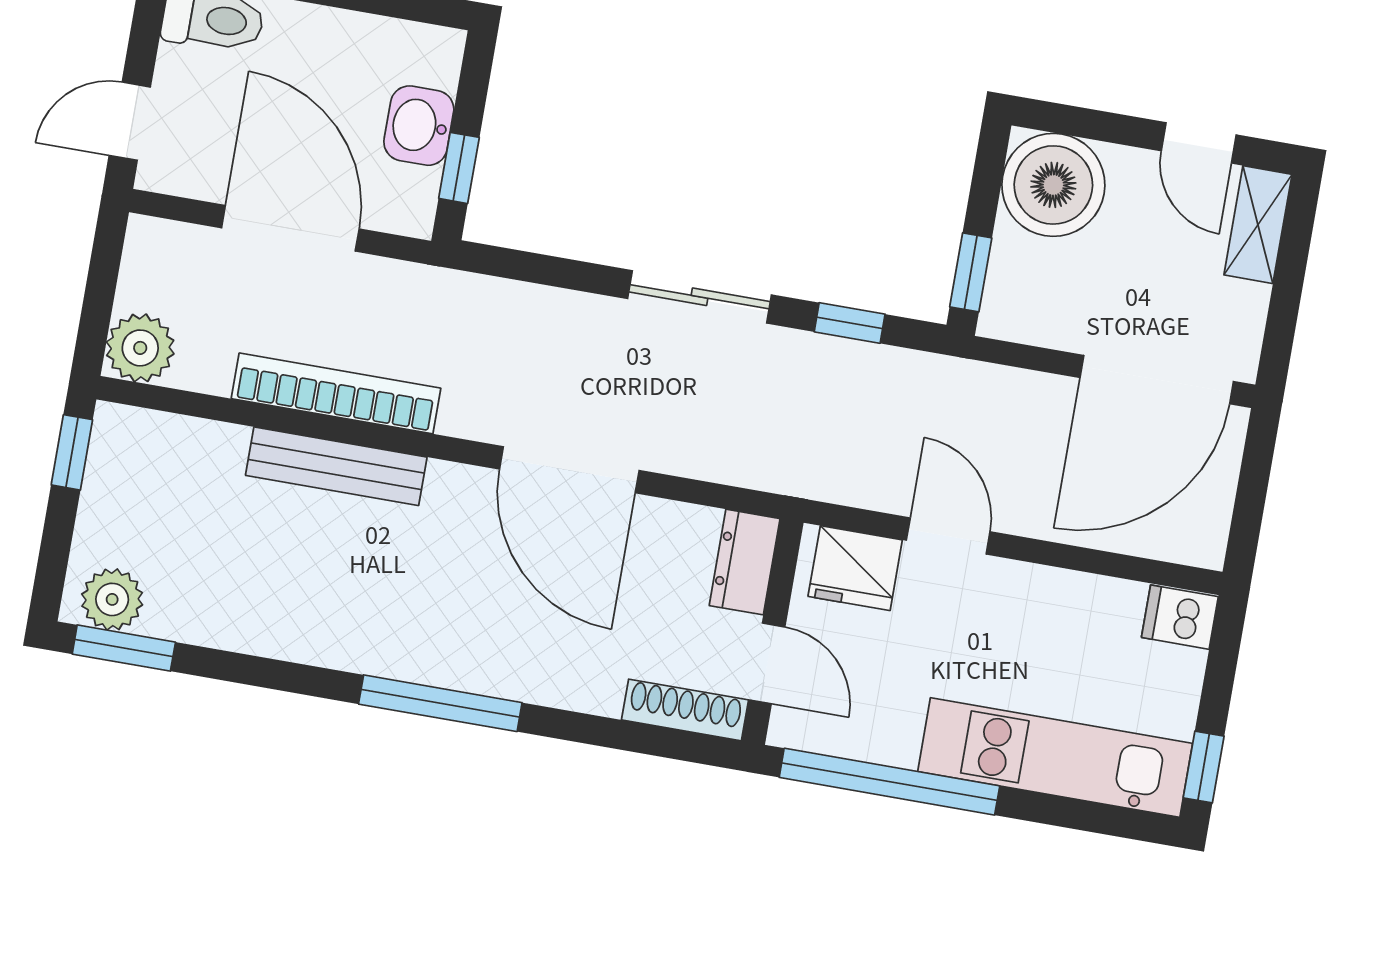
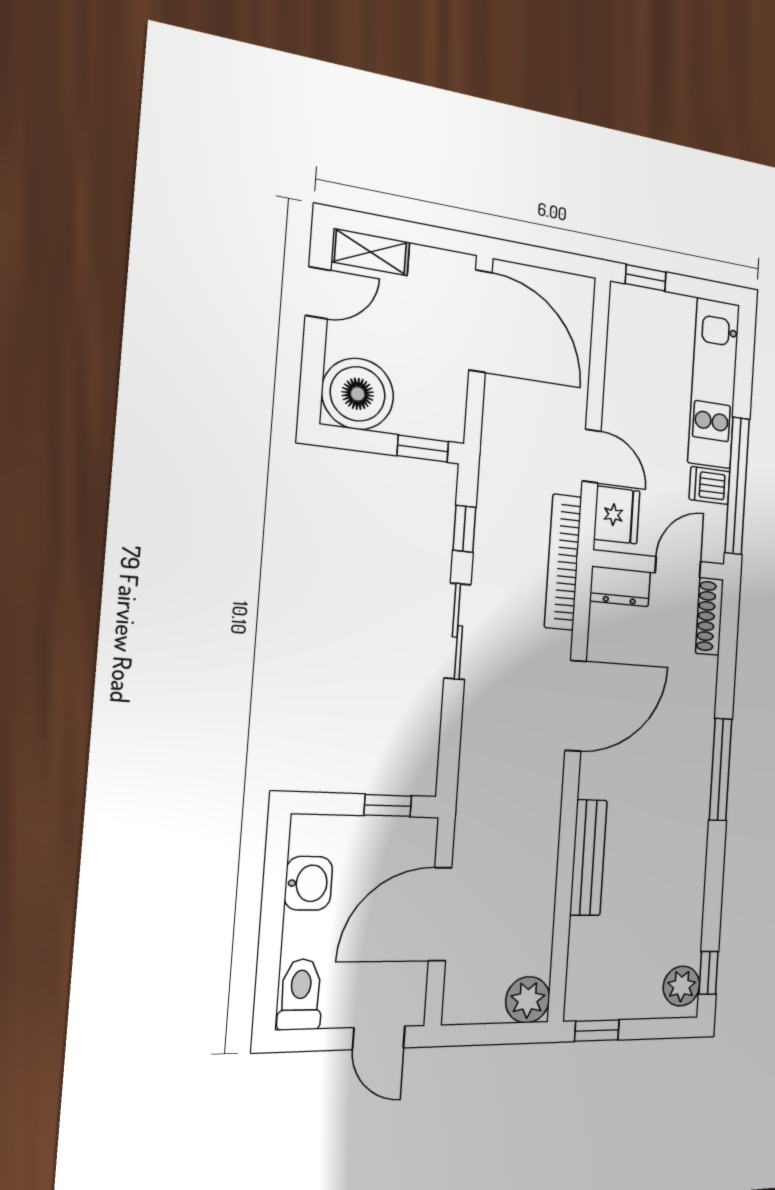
washbasin: (419, 126) -> (308, 883), moved, turned -90
bookcase: (336, 393) -> (563, 562), moved
door: (948, 536) -> (592, 456), swing flipped
dishwasher: (1180, 617) -> (709, 485), moved, turned 90
window: (124, 648) -> (709, 973), width x0.67
window: (1204, 767) -> (646, 278), moved

